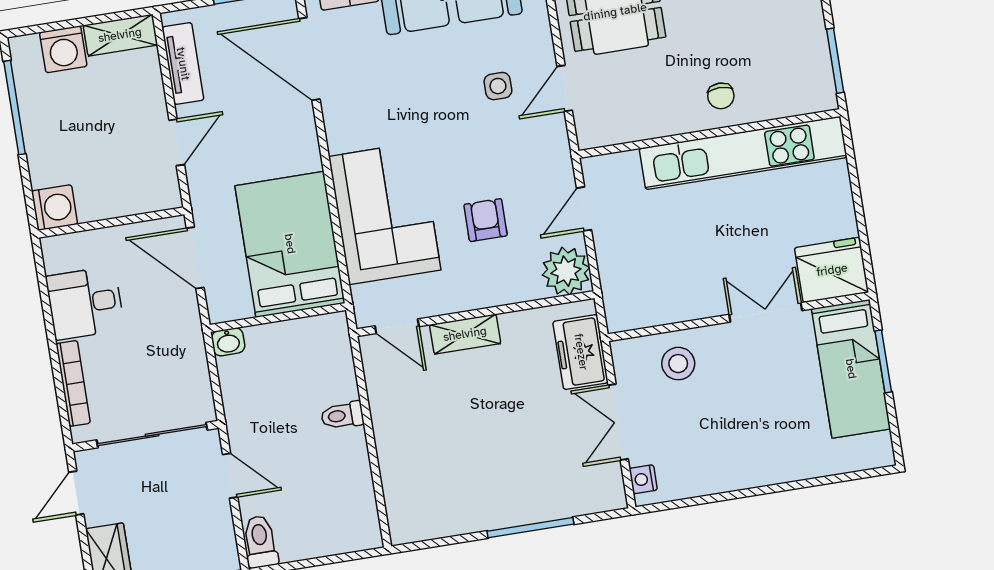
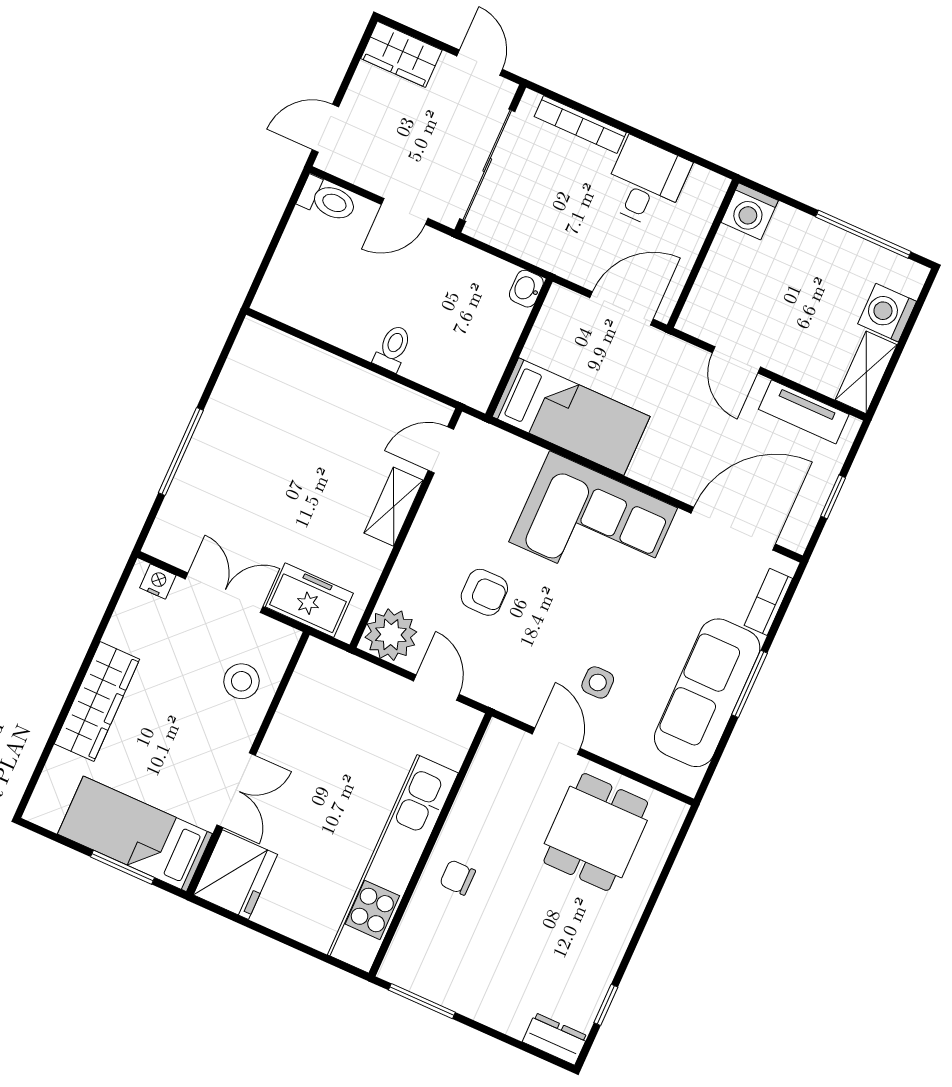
corner sofa: (385, 213) -> (593, 525), moved
bed: (290, 244) -> (571, 417), width x0.67
wardrobe: (767, 466) -> (97, 702), added

